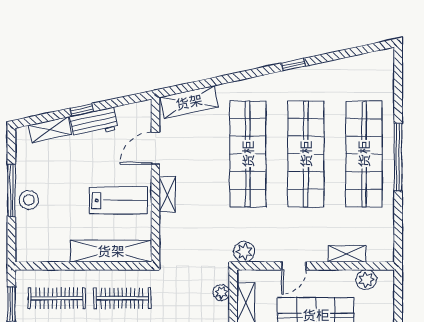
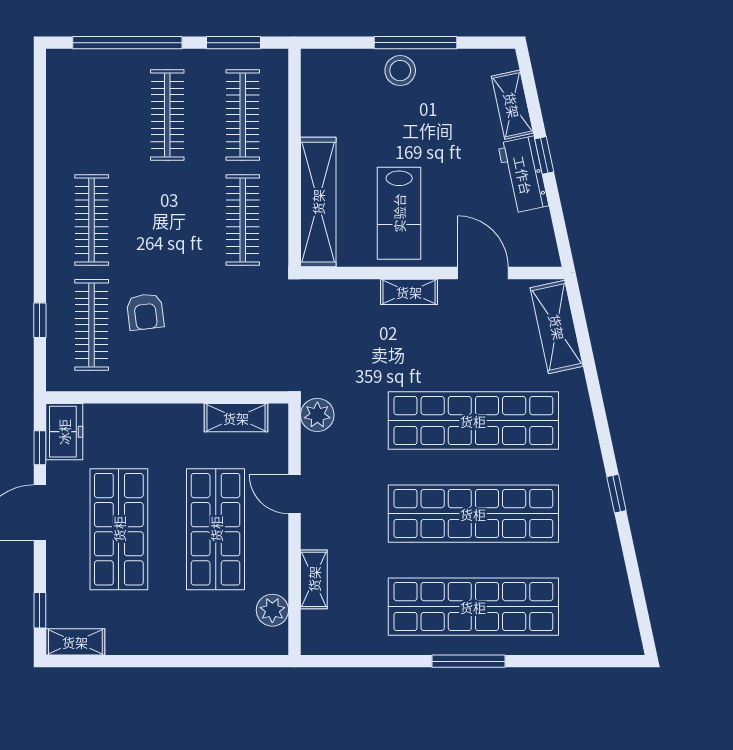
window: (398, 157) -> (469, 661), width x0.68
plant: (221, 293) -> (252, 378), removed

